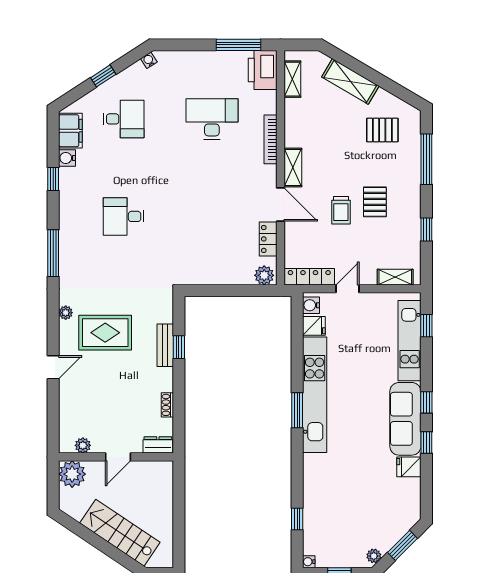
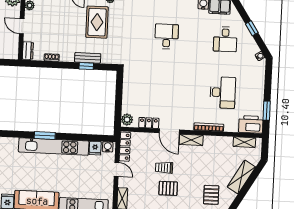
window: (239, 45) -> (267, 111), width x0.69
door: (280, 205) -> (169, 131), hinge flipped

